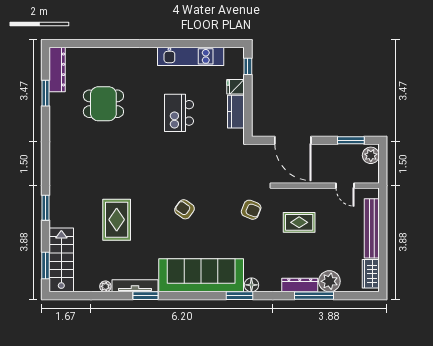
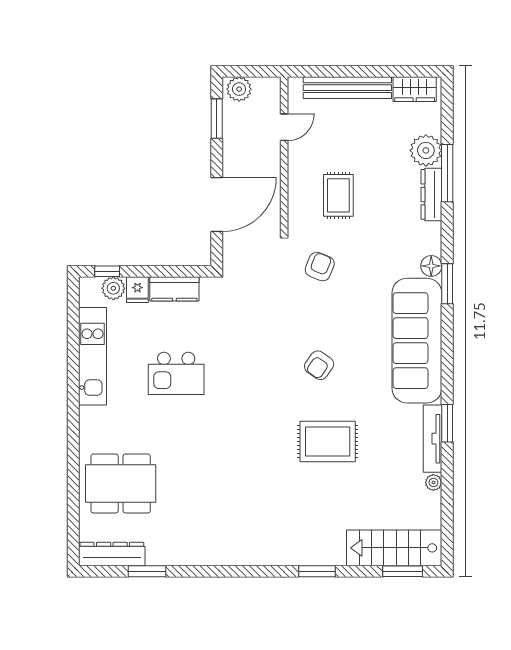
plant: (236, 70) -> (113, 288), added
dining table: (103, 104) -> (121, 483), moved, width x1.38
rug: (117, 220) -> (328, 442), moved

